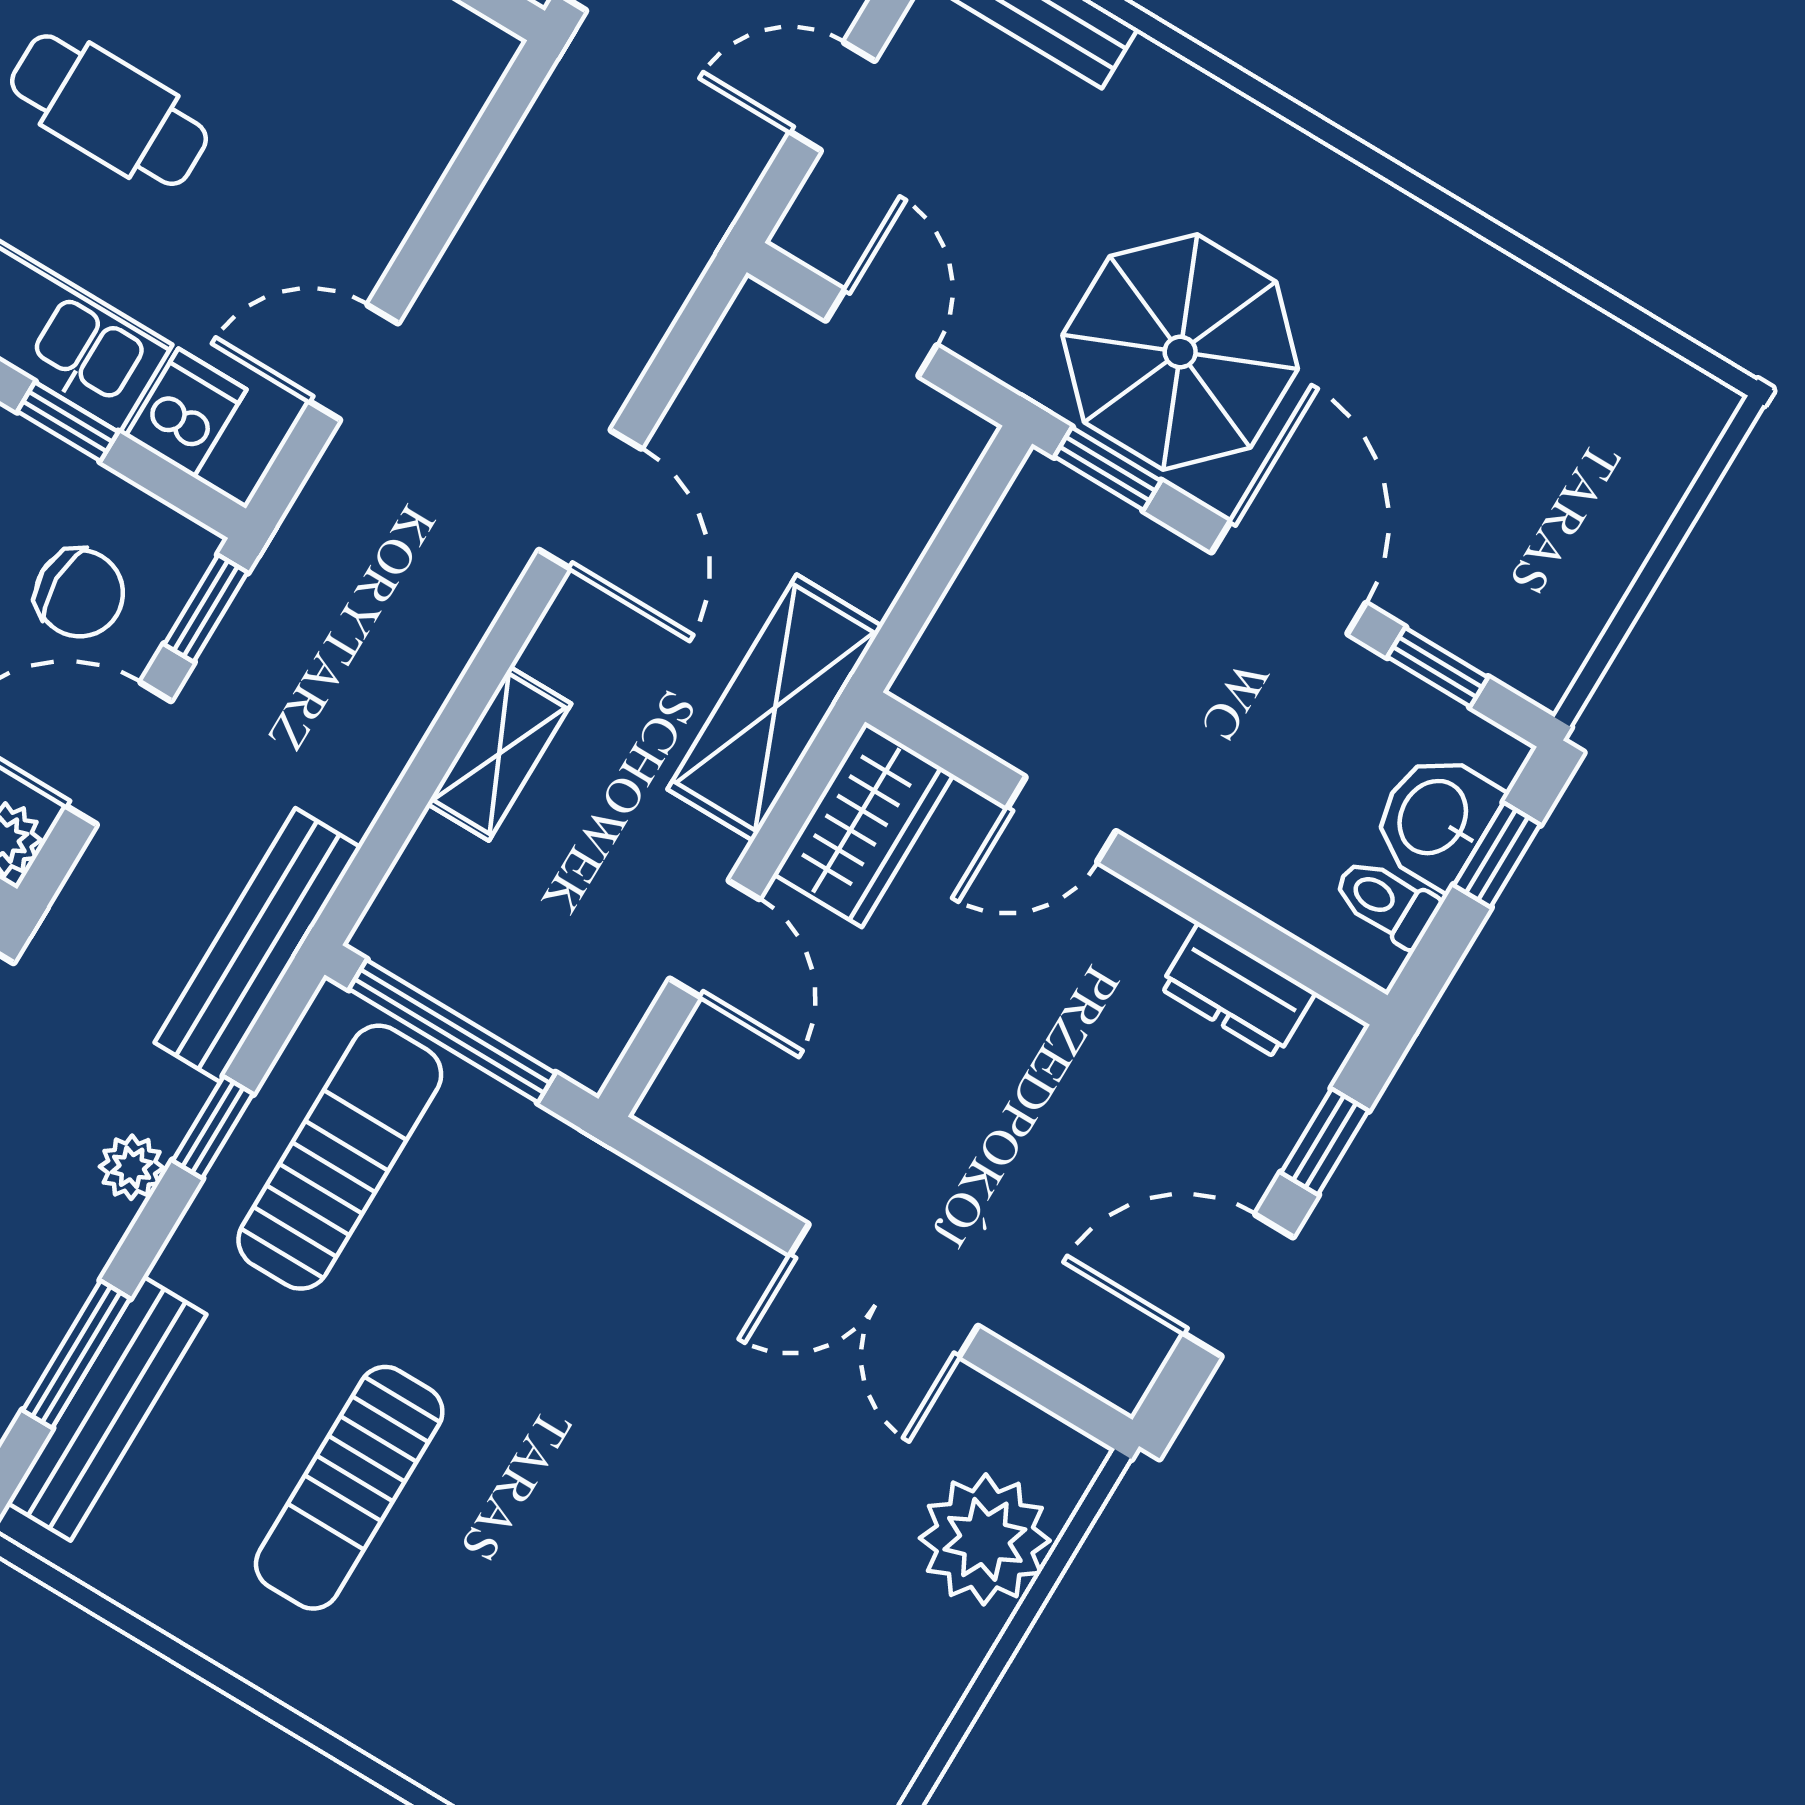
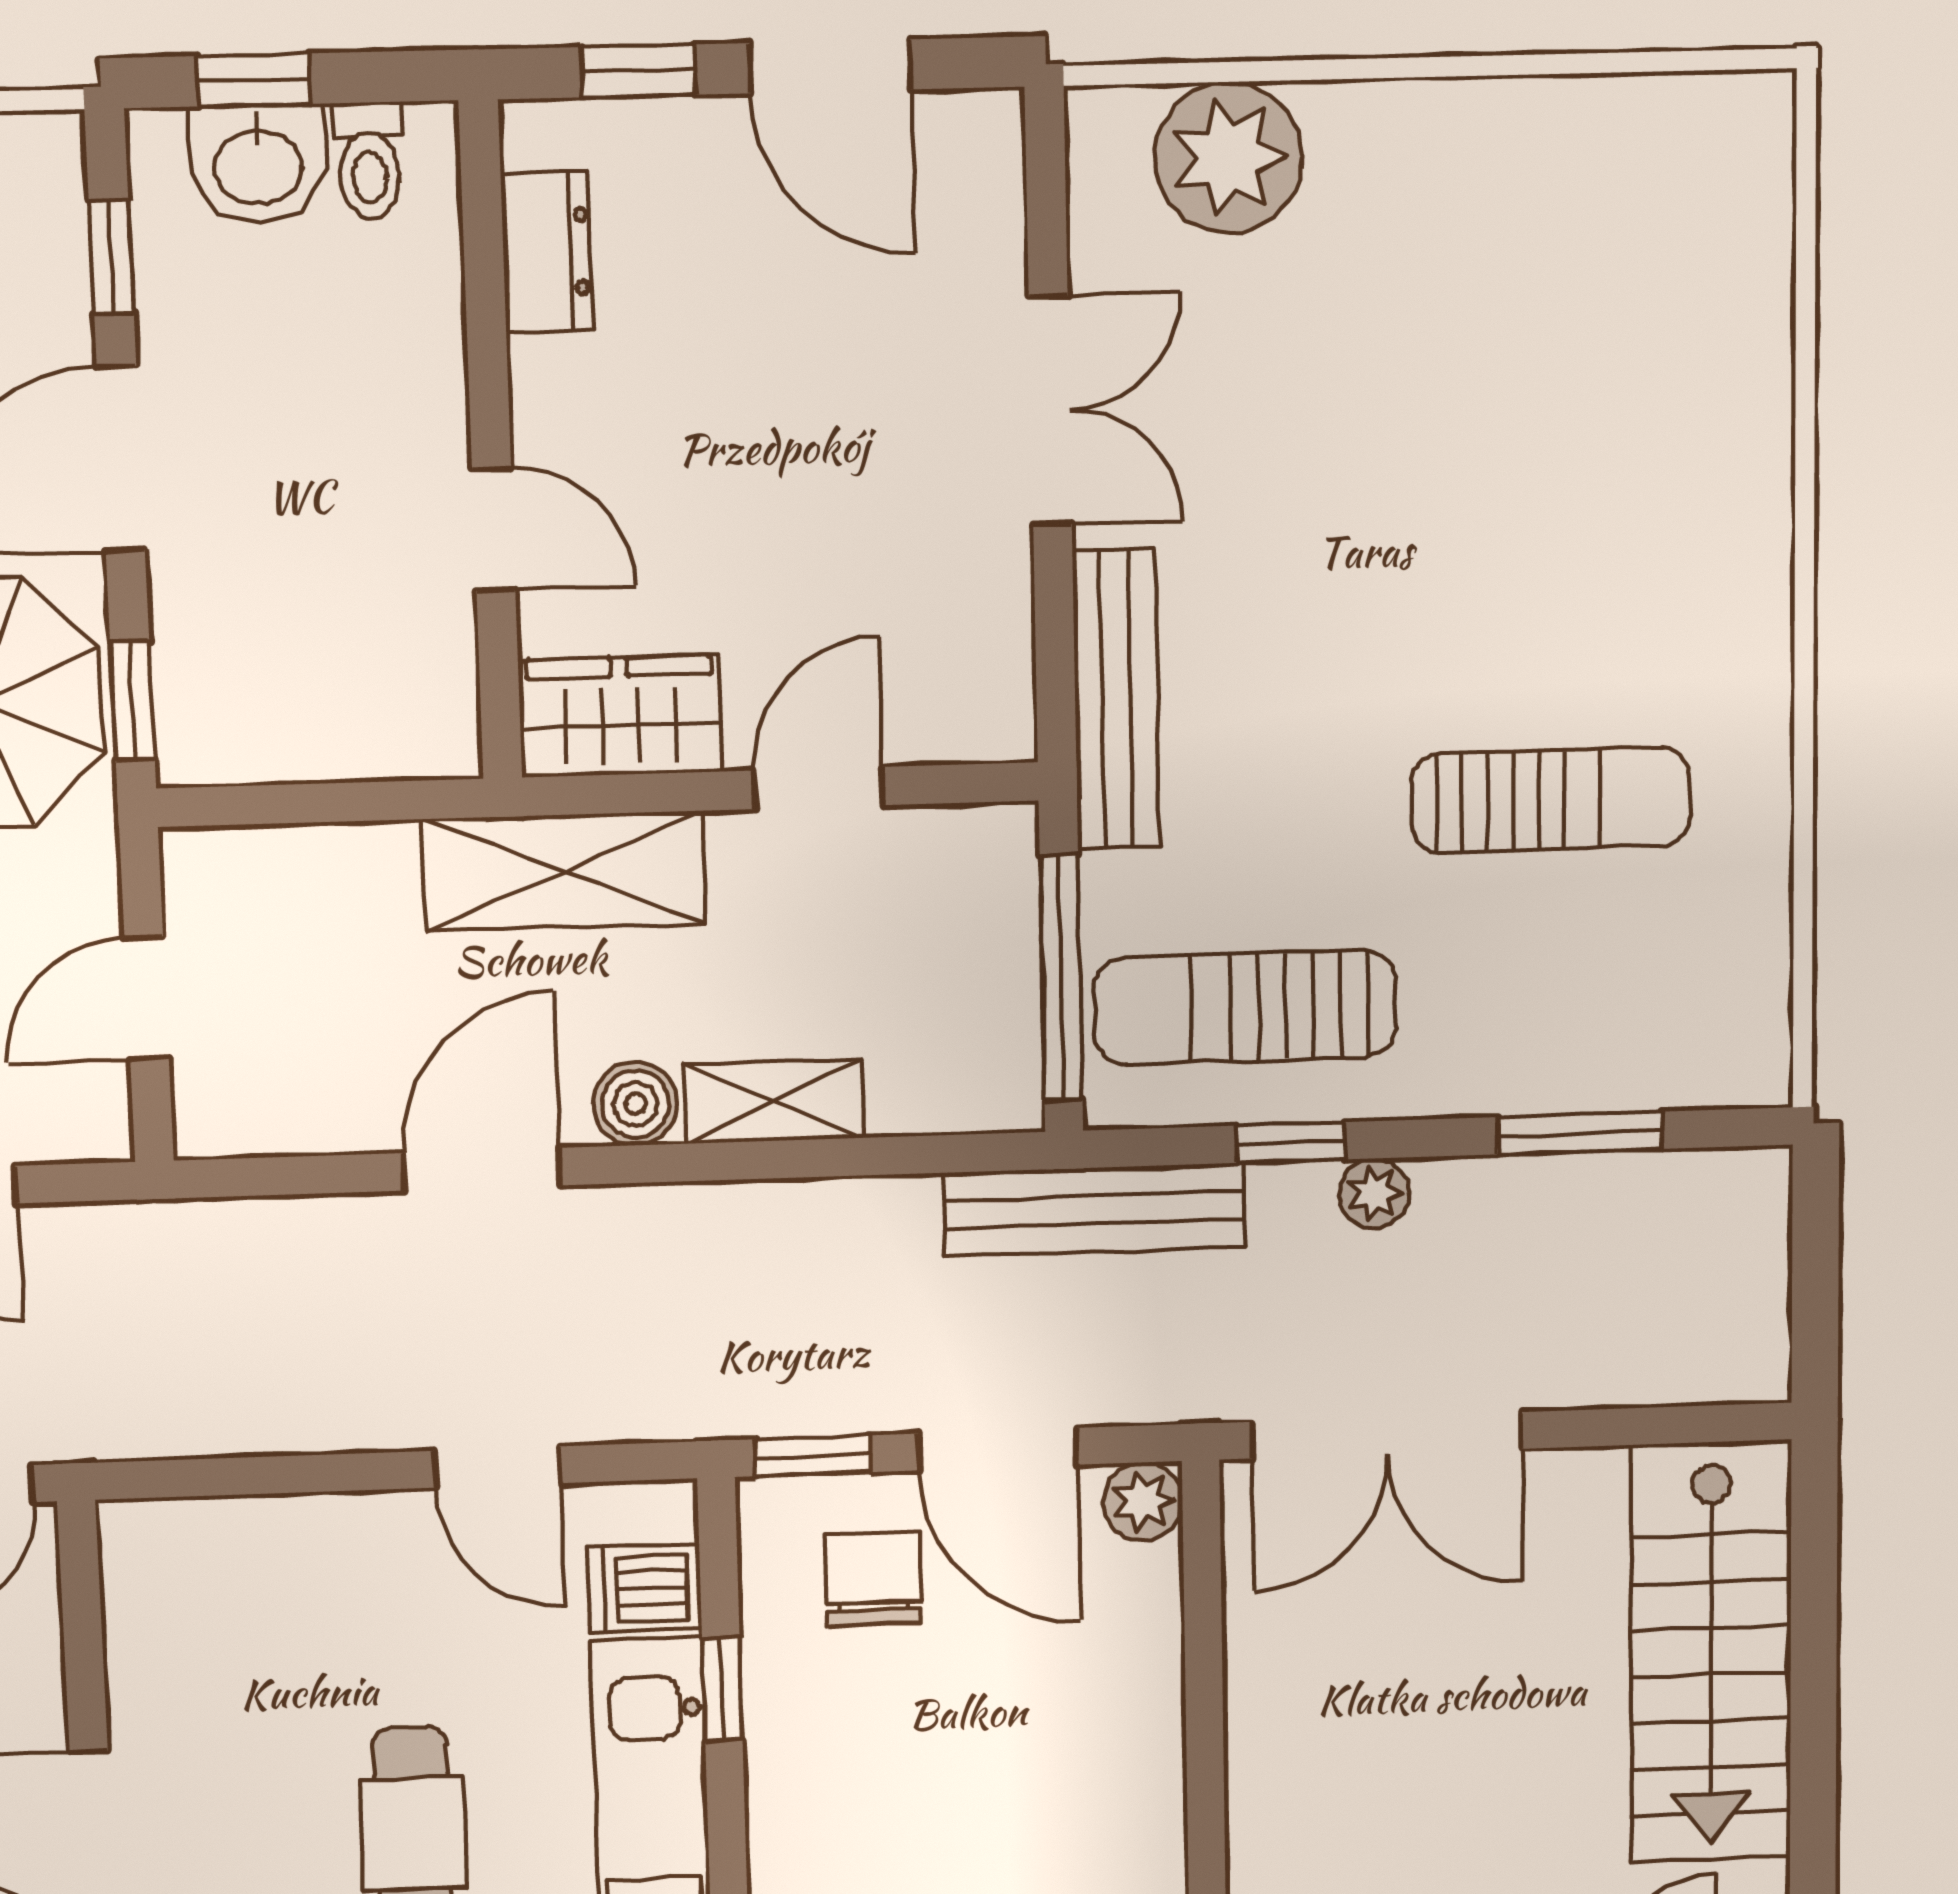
boiler: (565, 648) -> (635, 1104), added
bench: (107, 1409) -> (1116, 699), moved, turned 90

